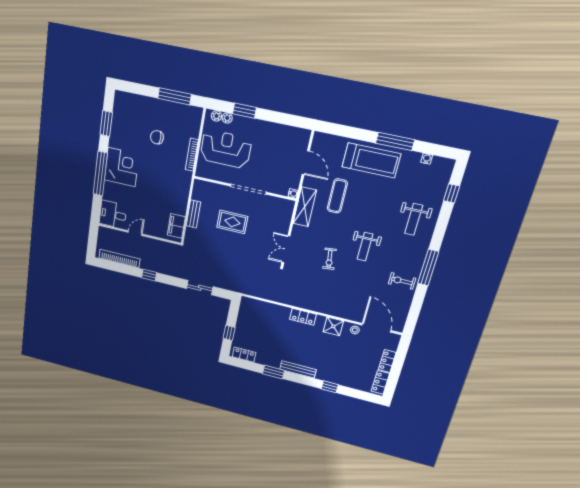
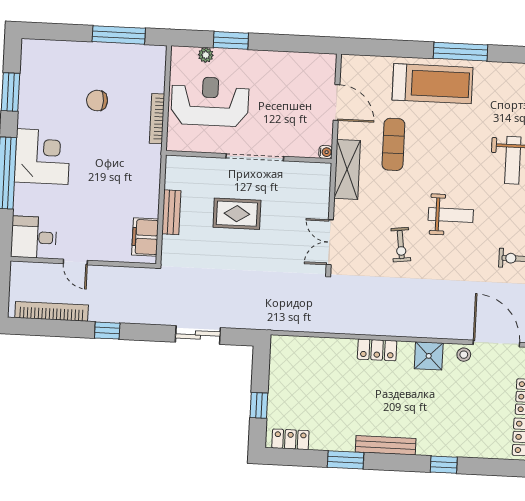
plant: (216, 116) -> (189, 54), removed
water cooler: (427, 159) -> (510, 69), removed
door: (135, 233) -> (75, 262), swing flipped
weight bench: (365, 247) -> (451, 215), turned -90

